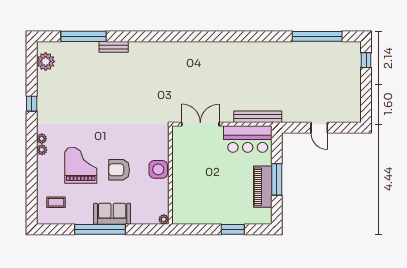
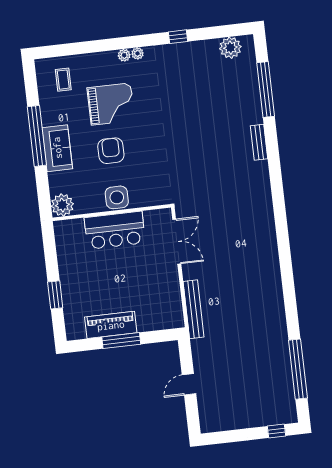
bench: (114, 47) -> (259, 142), moved
bar counter: (248, 139) -> (115, 230), moved, turned -90
plant: (164, 219) -> (62, 205), width x1.88, depth x1.88

